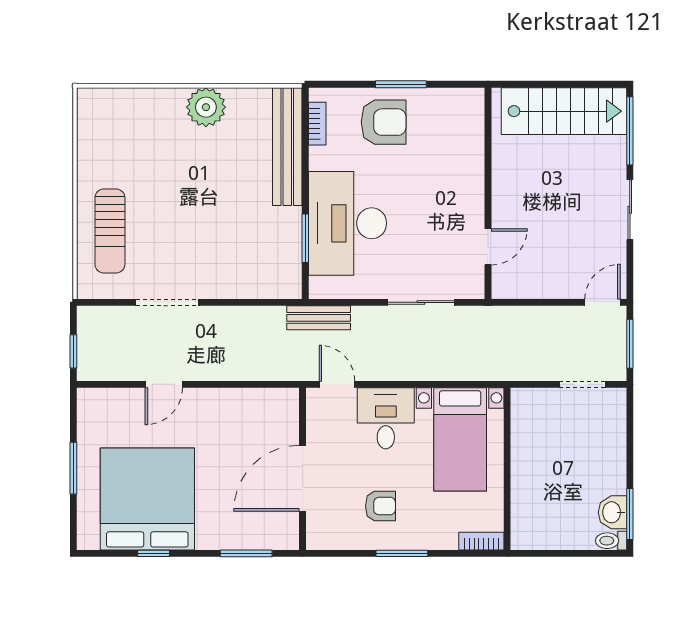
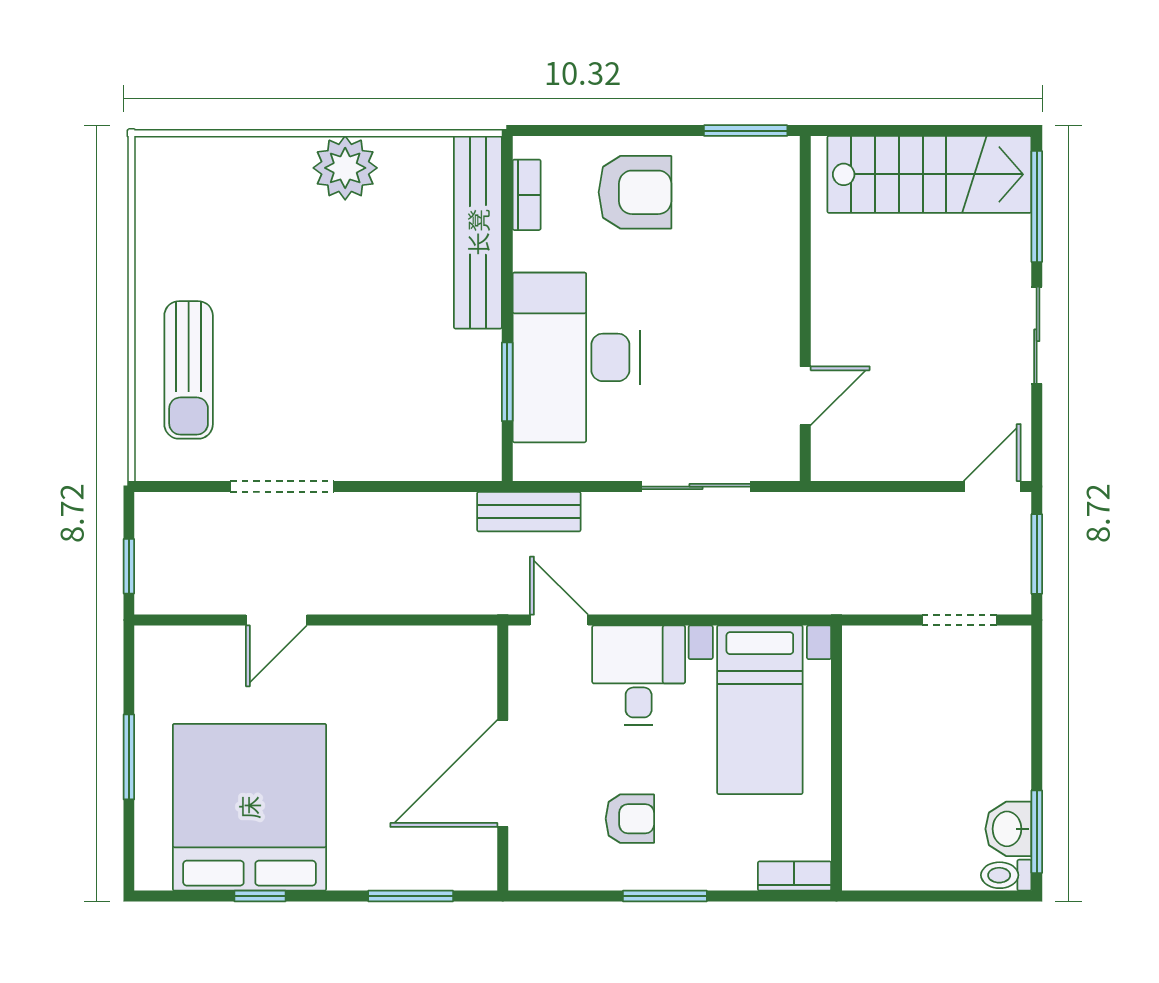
window: (401, 84) -> (746, 131), moved

